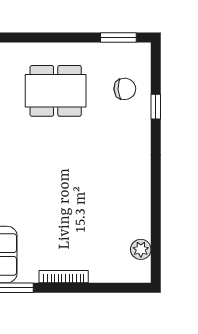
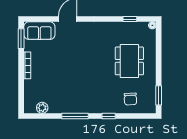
window: (156, 107) -> (109, 116), moved
window: (156, 190) -> (75, 116), added

